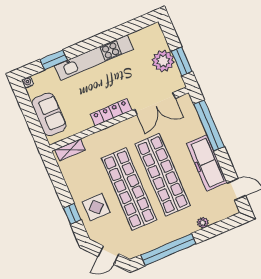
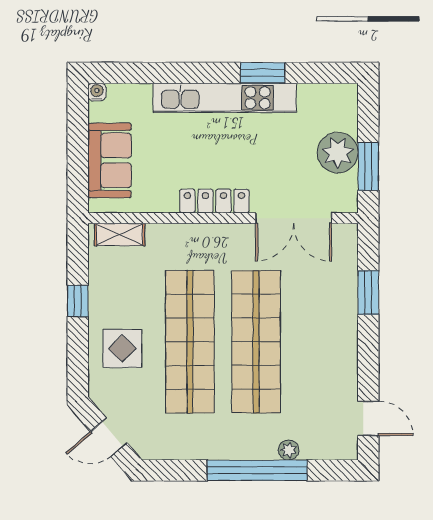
window: (54, 60) -> (263, 73), moved
window: (209, 125) -> (368, 292), width x0.47
freezer: (207, 163) -> (338, 353), removed
window: (72, 214) -> (78, 301), moved
window: (168, 250) -> (257, 470), moved

